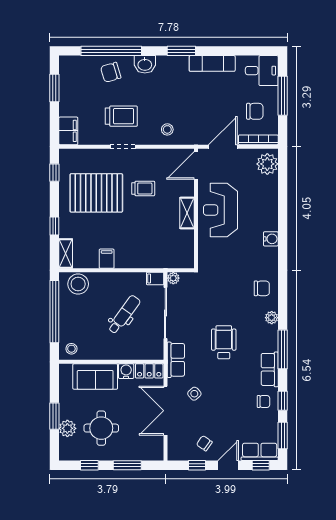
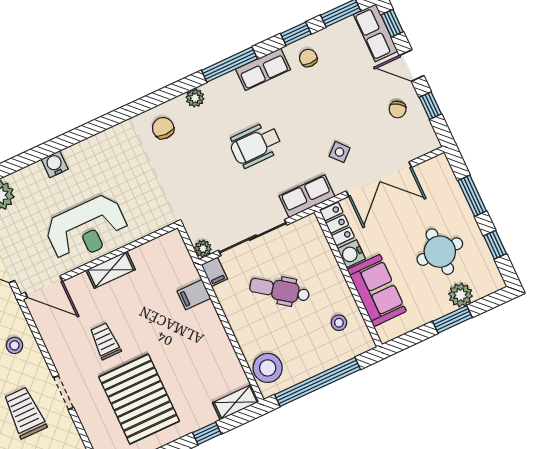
water cooler: (271, 239) -> (55, 164), moved
filing cabinet: (107, 259) -> (194, 295), moved
stool: (71, 349) -> (339, 323), moved

